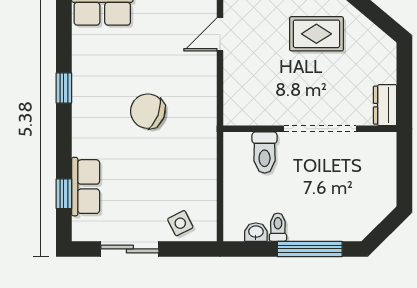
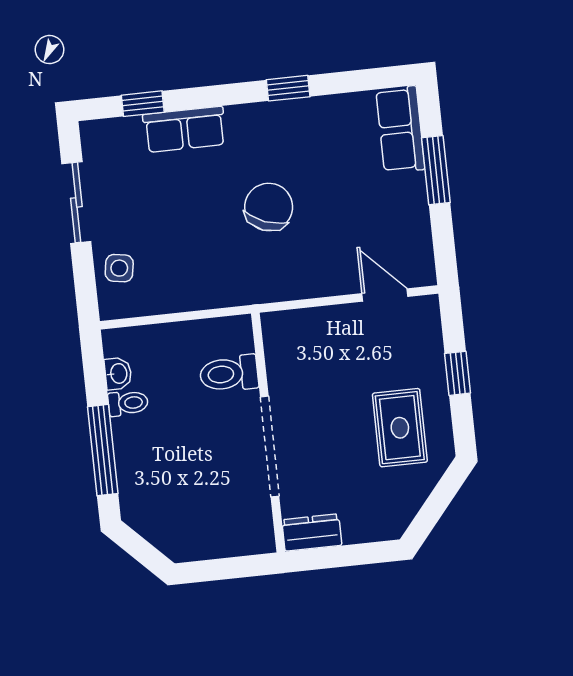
row of seats: (86, 187) -> (184, 129), moved
side table: (180, 223) -> (119, 268), turned 36

